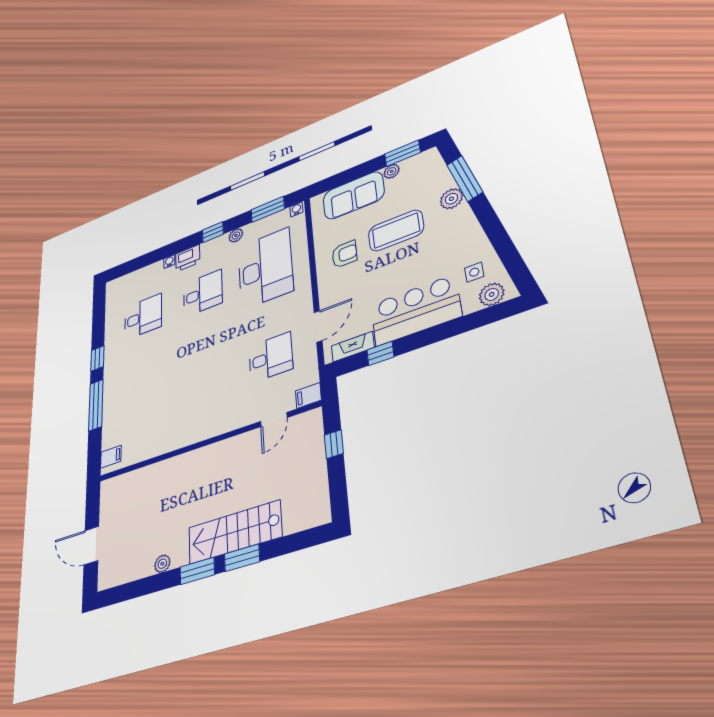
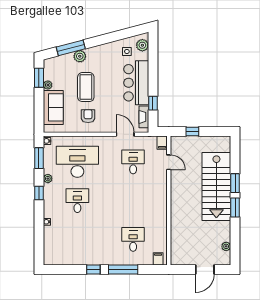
printer: (188, 258) -> (50, 210), removed
desk: (143, 317) -> (133, 239), moved
stairs: (235, 532) -> (216, 186), width x1.36, depth x1.51
plant: (162, 564) -> (226, 246), moved

